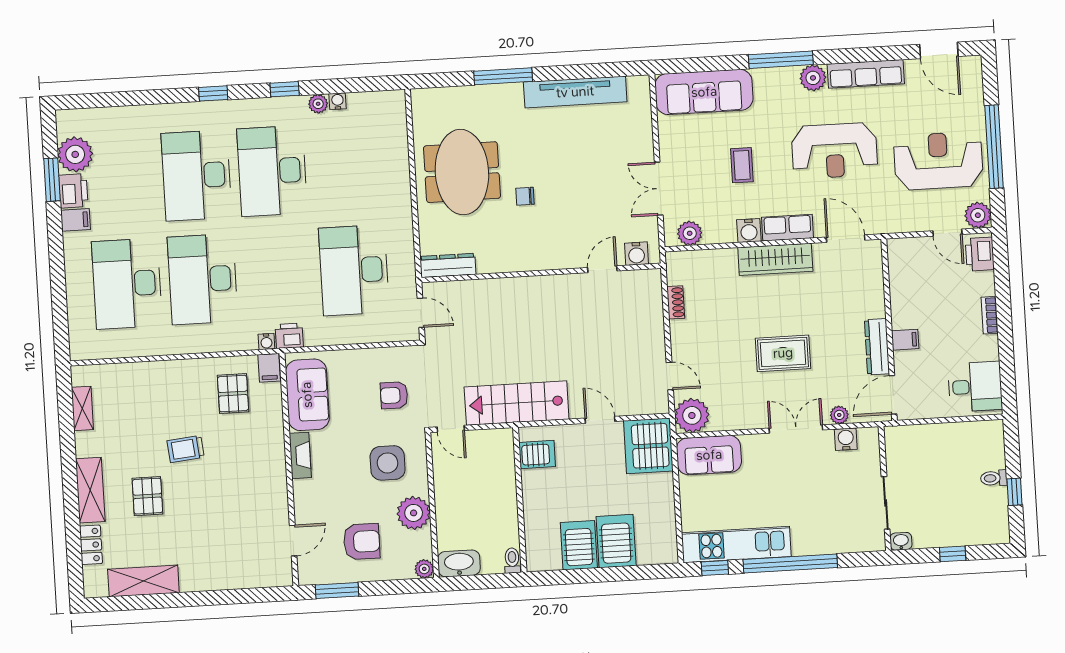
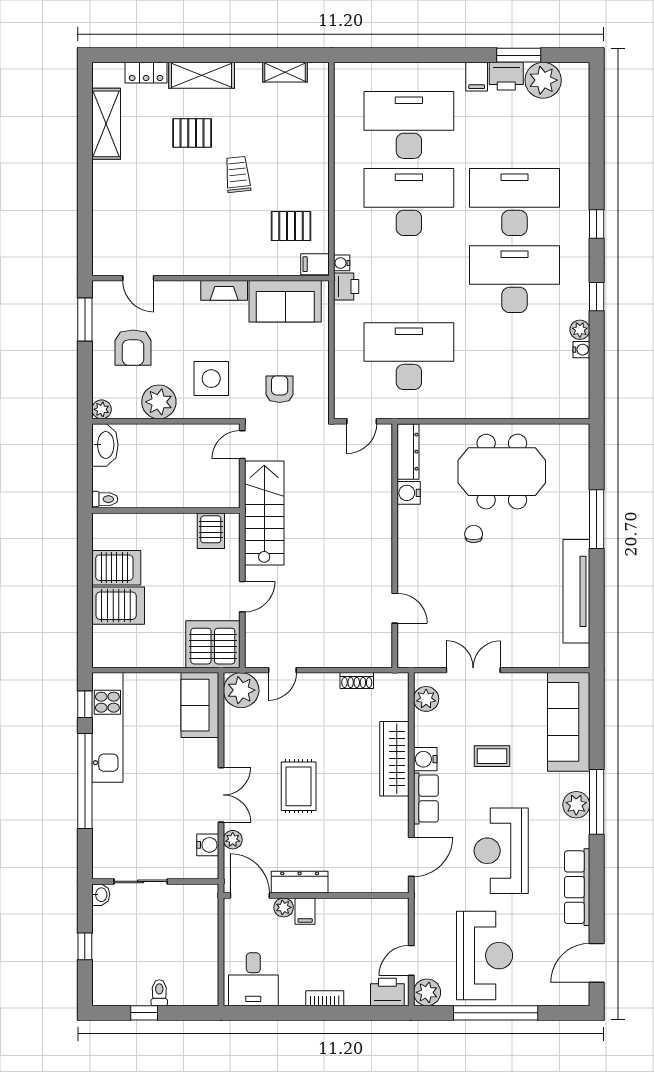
plant: (813, 78) -> (576, 805), moved
water cooler: (636, 254) -> (409, 493), moved
wardrobe: (775, 259) -> (394, 759), moved
plant: (903, 361) -> (284, 907), added

